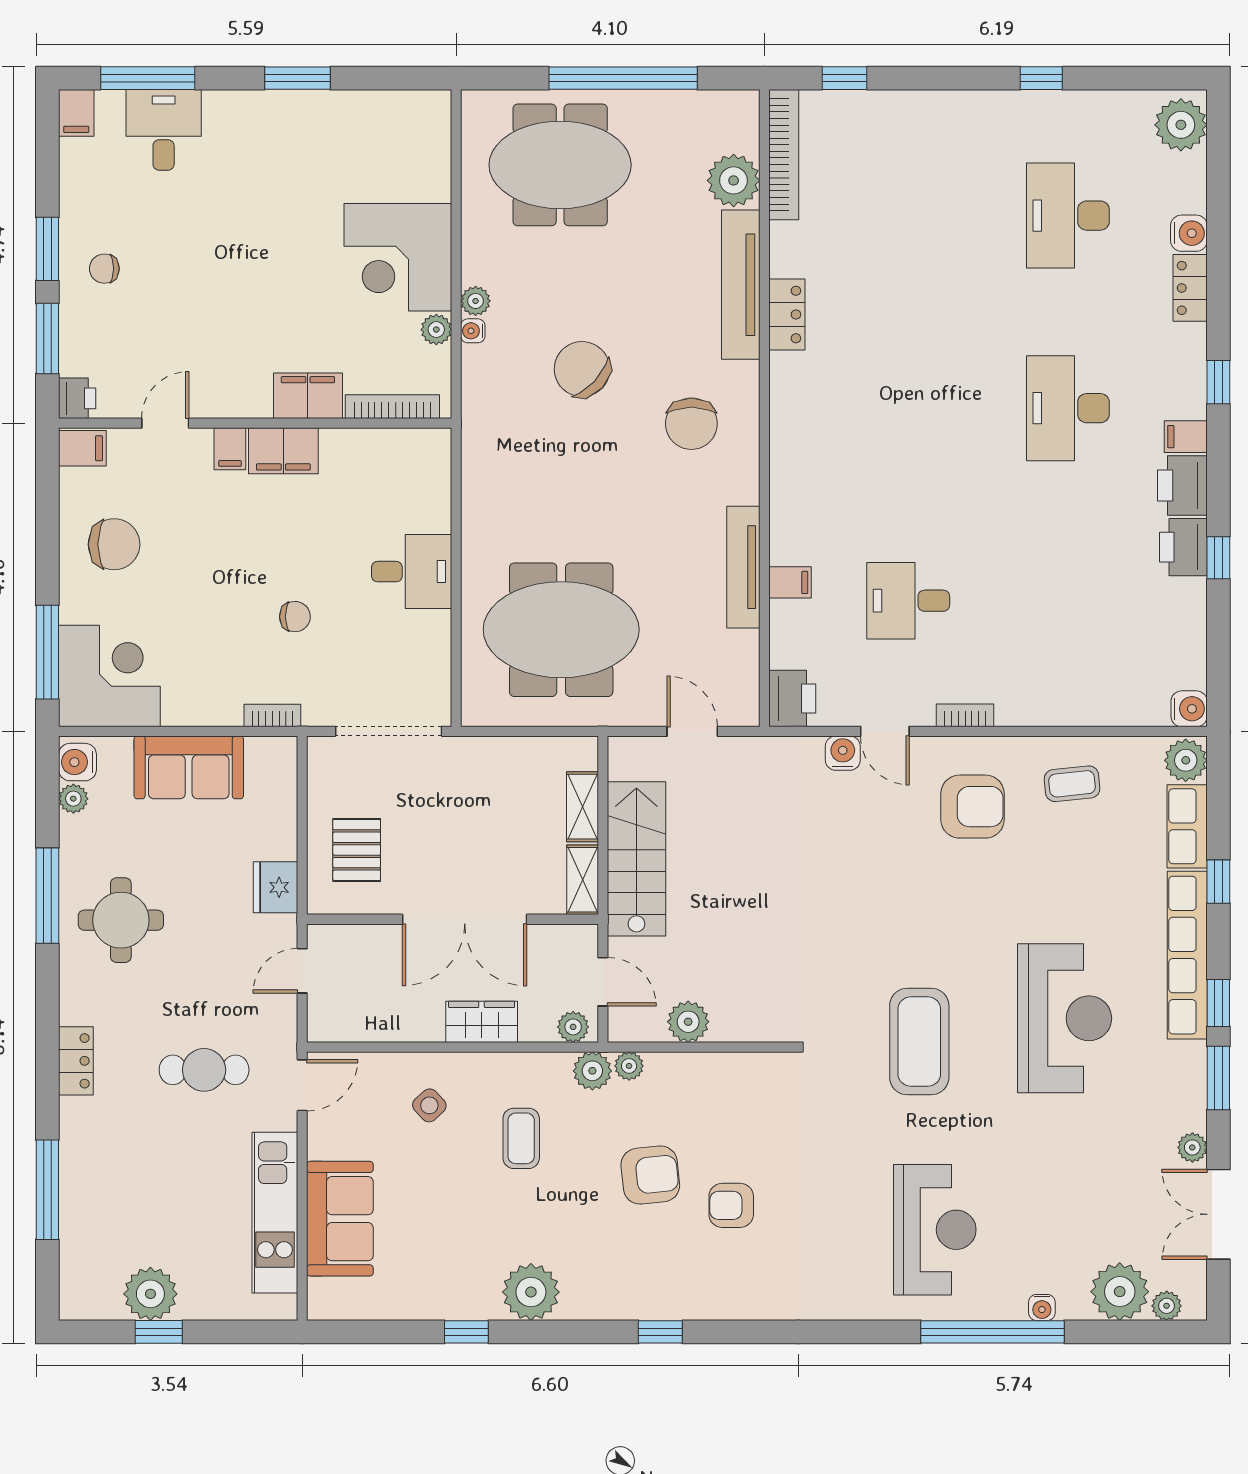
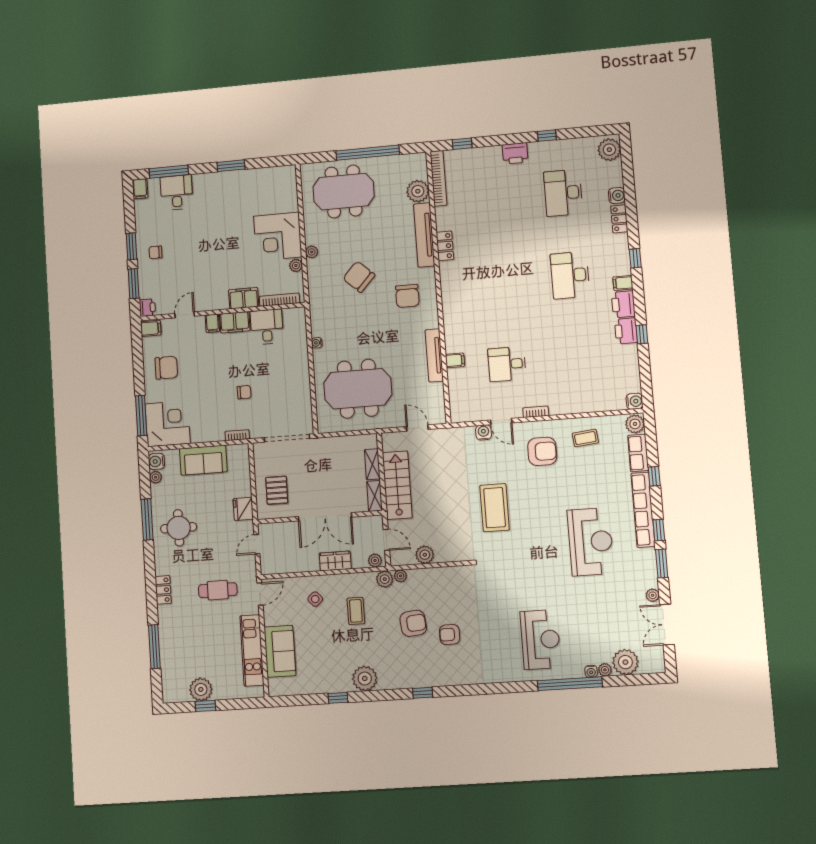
water cooler: (473, 331) -> (317, 343), moved
desk: (412, 572) -> (267, 327), moved, turned -90
printer: (792, 699) -> (515, 153), moved, turned 90
coffee table: (919, 1041) -> (495, 508), moved
plant: (1167, 1306) -> (605, 670), moved

